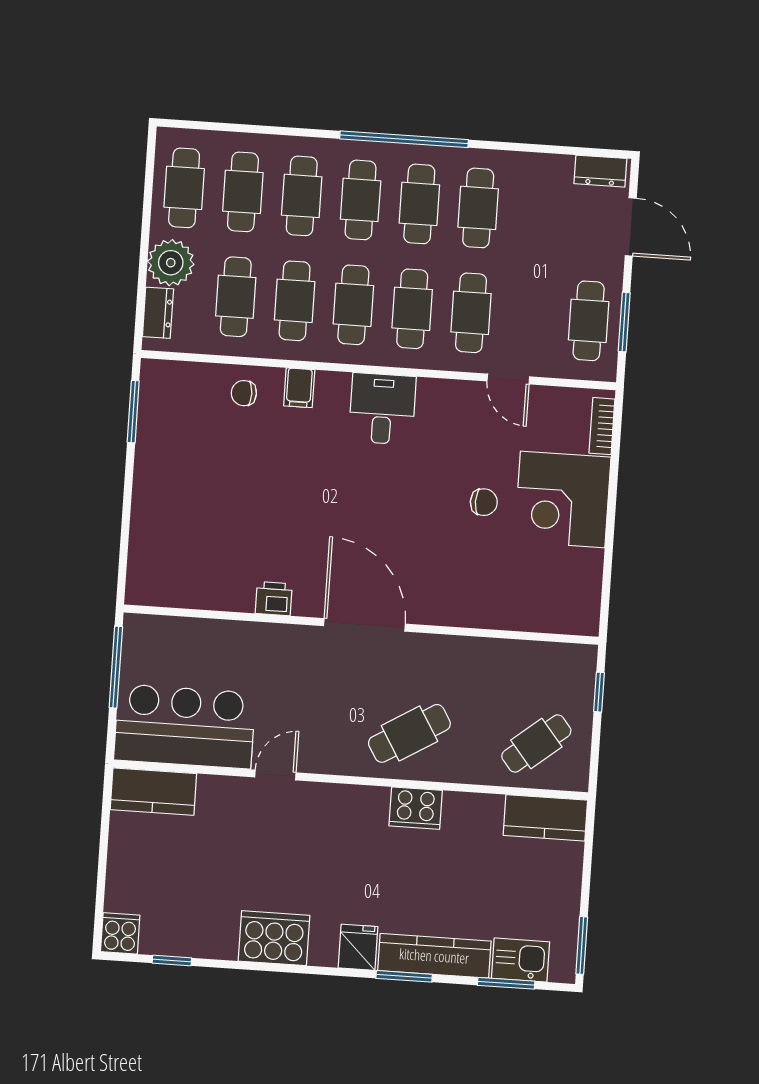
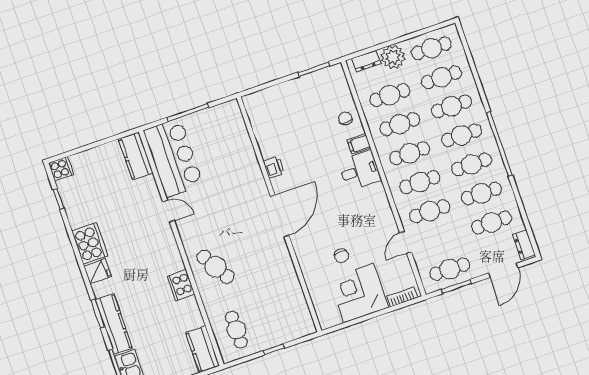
cafe table: (537, 212) -> (491, 222), added
desk: (382, 409) -> (360, 171), moved
printer: (274, 599) -> (274, 167), moved
wall: (361, 625) -> (279, 214), moved
door: (364, 625) -> (280, 216), moved
cafe table: (536, 743) -> (236, 330), turned 39
fridge: (358, 947) -> (98, 271), moved

